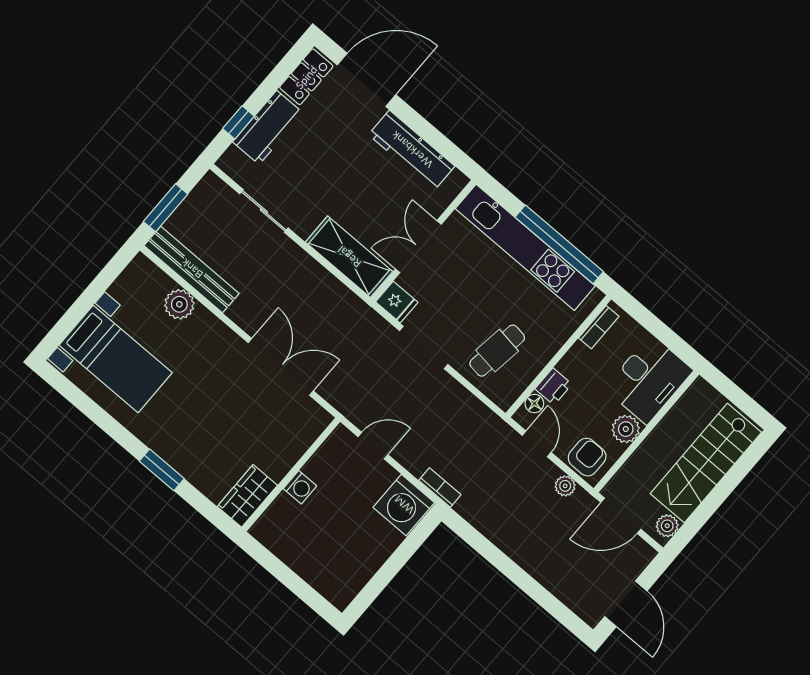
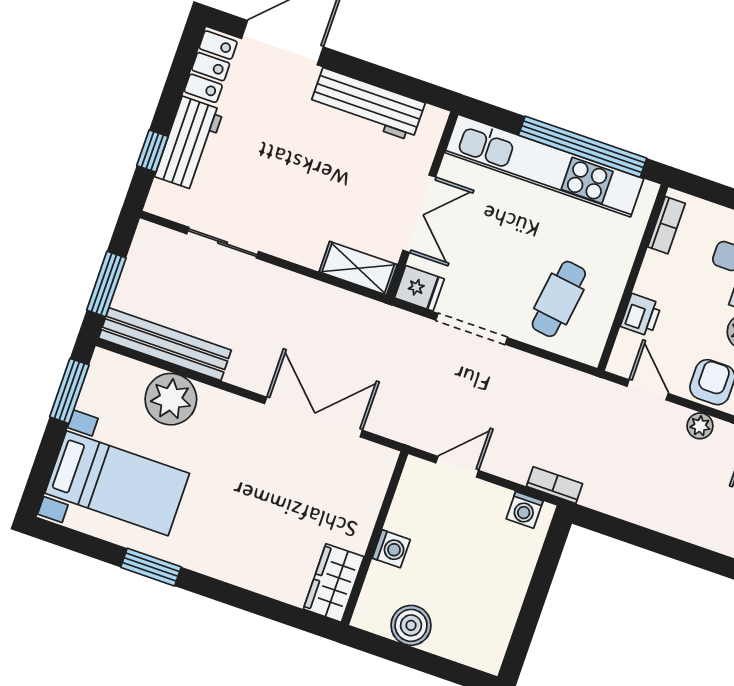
double door: (418, 247) -> (419, 214), swing flipped
shelving: (349, 257) -> (358, 268), width x0.67, depth x0.75
window: (107, 276) -> (69, 391), added
plant: (179, 304) -> (171, 399), width x1.36, depth x1.36
floor lamp: (534, 404) -> (626, 344), removed
window: (162, 470) -> (151, 567), moved
washing machine: (404, 505) -> (525, 510), width x0.53, depth x0.53
boiler: (292, 550) -> (411, 625), added

